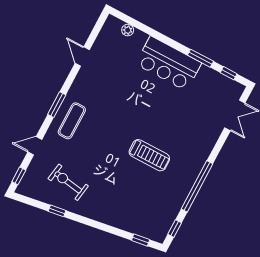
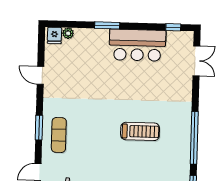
fridge: (114, 26) -> (54, 35), added
window: (200, 58) -> (107, 25), moved
bar counter: (168, 64) -> (137, 45), moved

